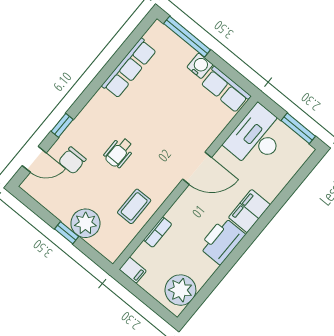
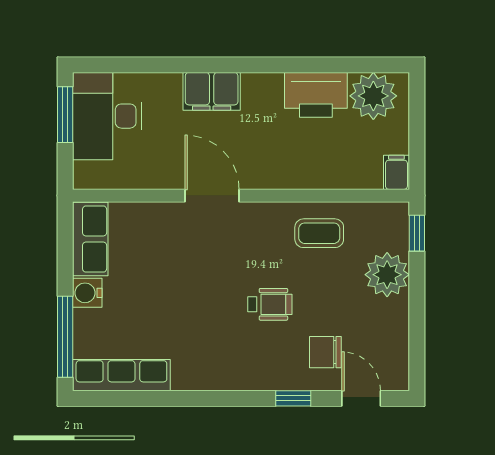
row of seats: (129, 68) -> (121, 375), moved
desk: (257, 137) -> (107, 116), moved, turned 90
chair: (72, 160) -> (325, 352), turned 180
bookcase: (158, 232) -> (327, 180), removed
window: (67, 233) -> (417, 233), moved
printer: (222, 241) -> (316, 95), moved

